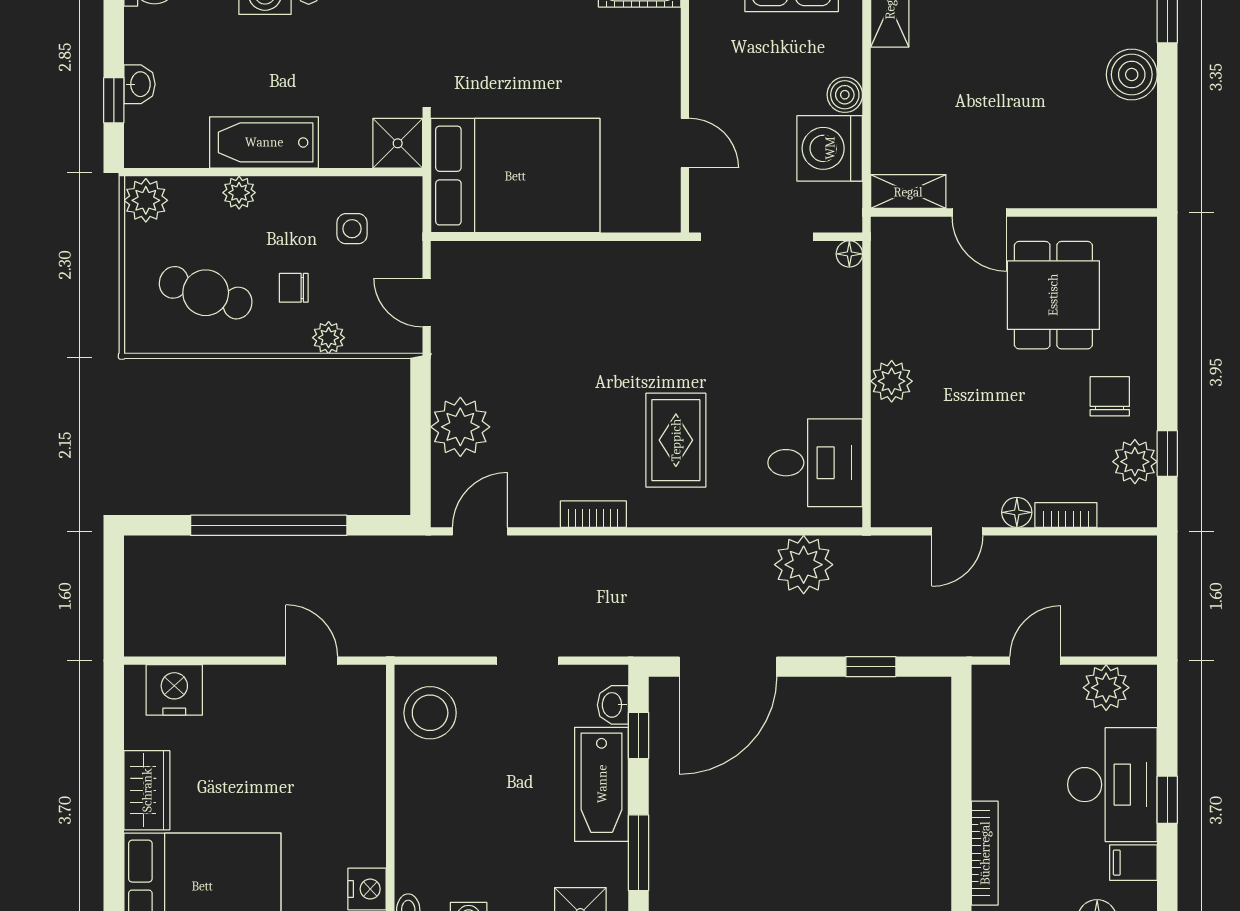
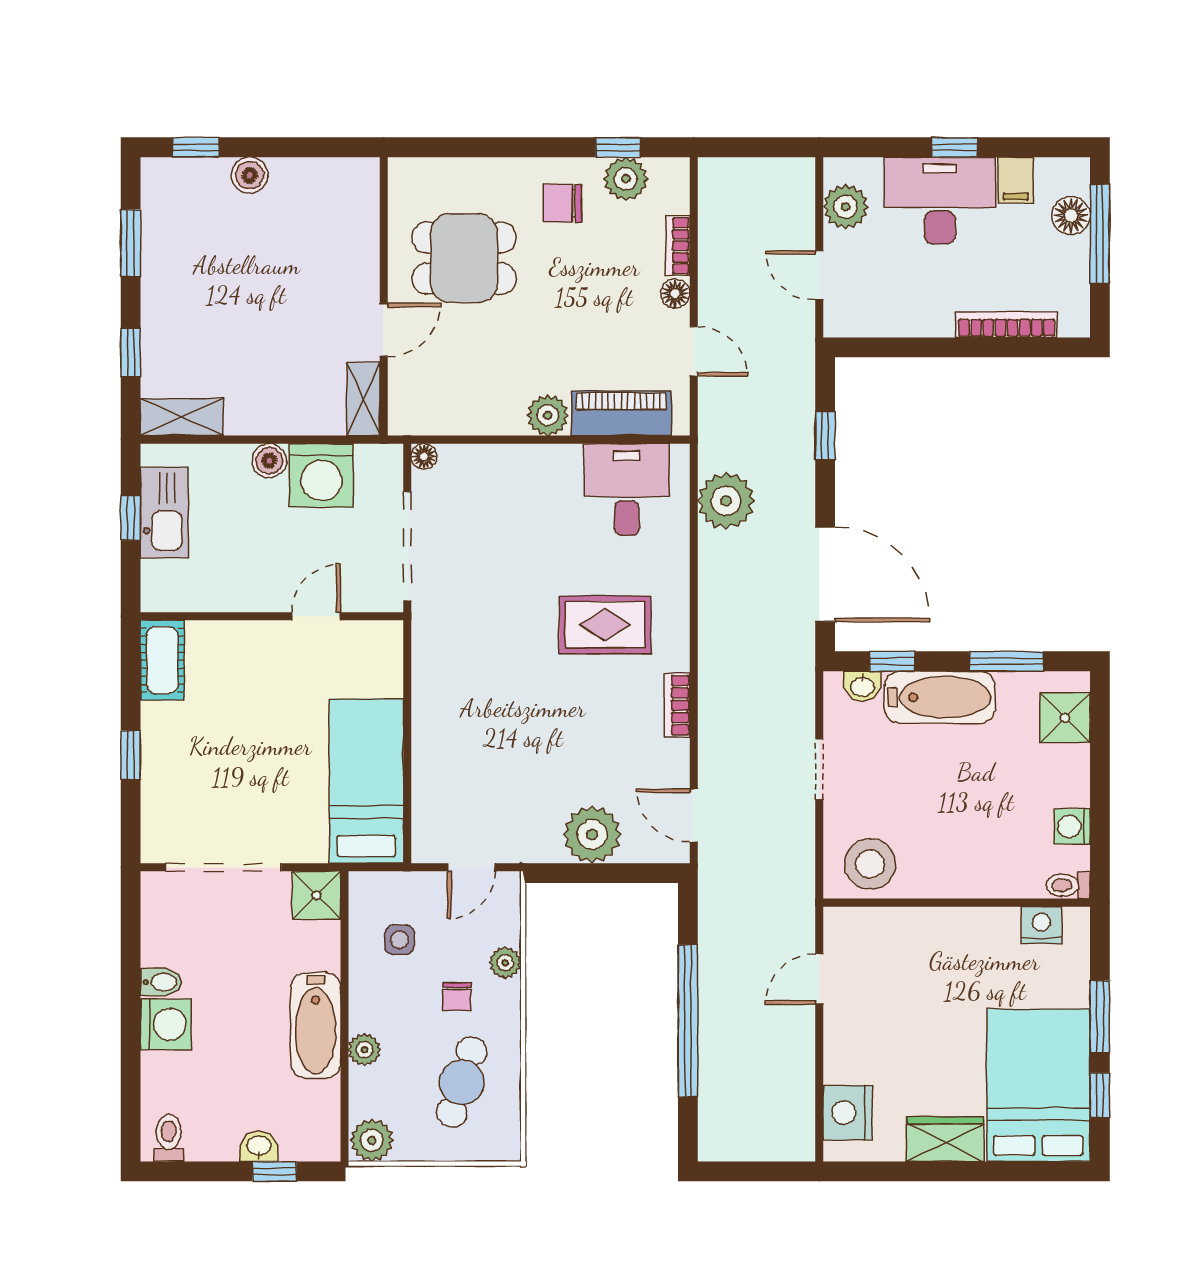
boiler: (1132, 75) -> (250, 175), width x0.73, depth x0.73
bed: (515, 176) -> (366, 781), width x0.67
piano: (894, 457) -> (621, 413), added

